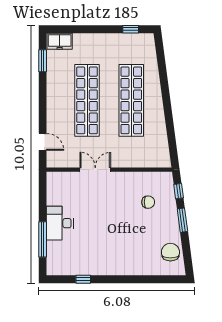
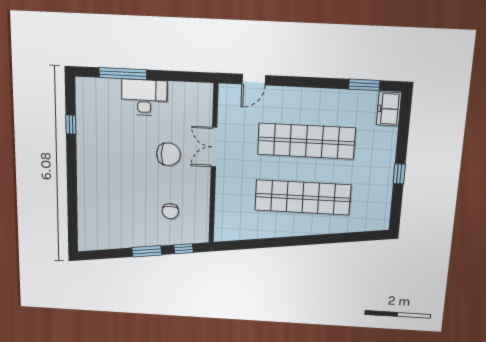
window: (131, 29) -> (399, 174), moved
double door: (95, 170) -> (214, 147), swing flipped
chair: (170, 252) -> (169, 154), moved

